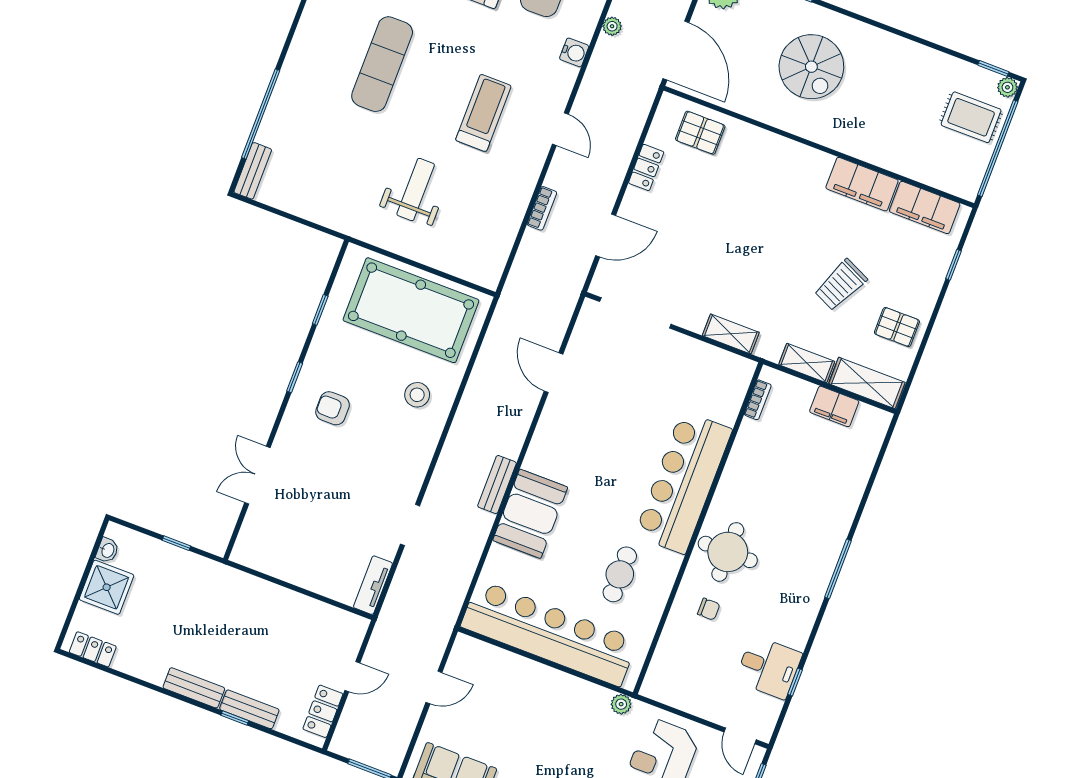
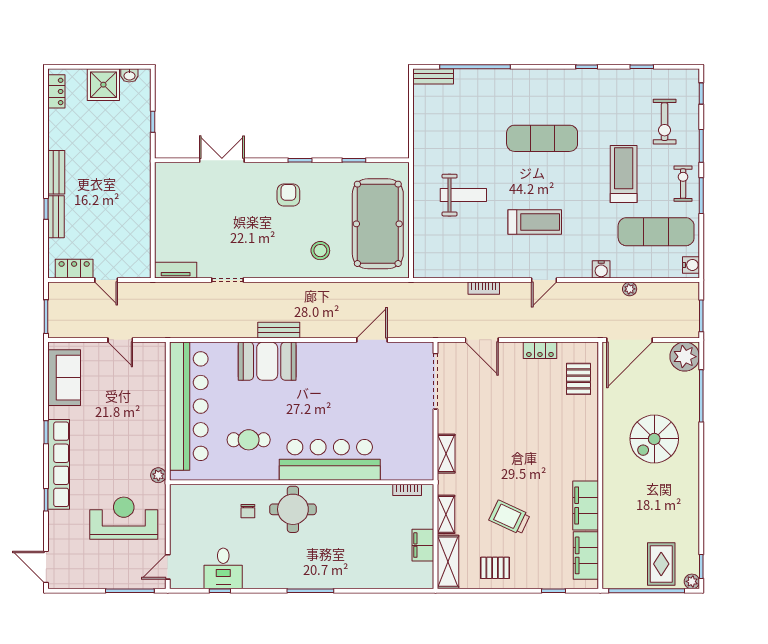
pallet: (897, 327) -> (495, 568), turned 90

